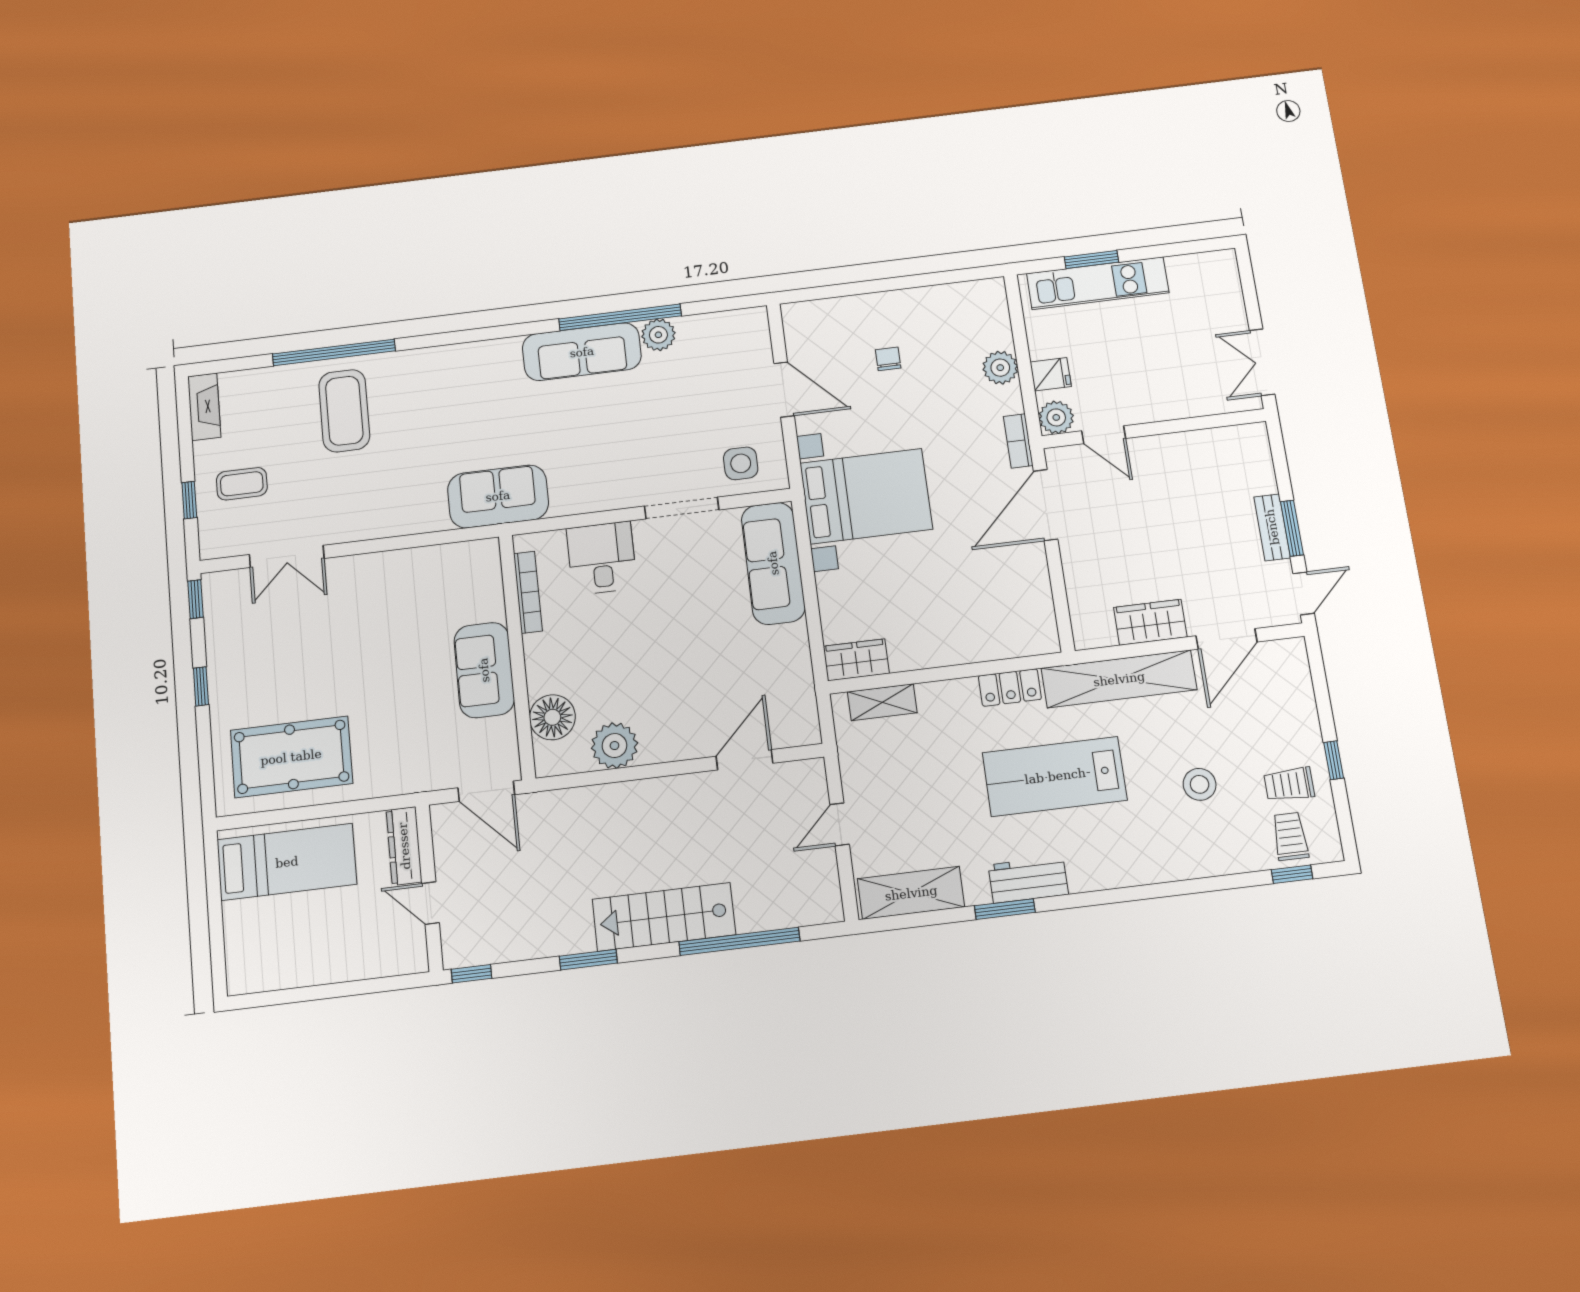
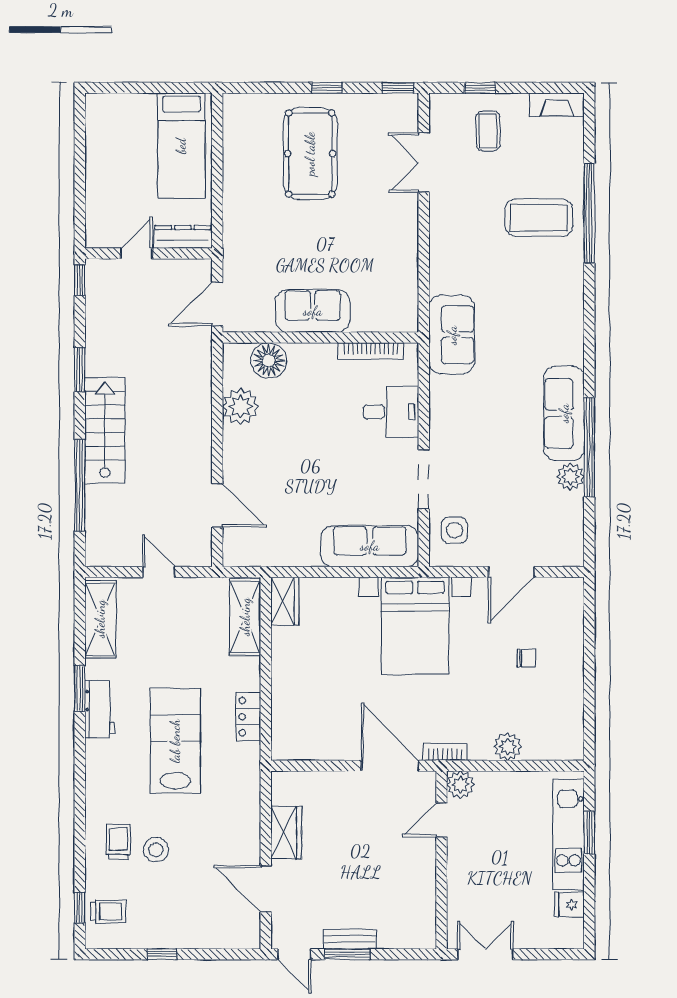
fridge: (1051, 374) -> (569, 905), moved, turned 90
shelving: (1119, 679) -> (245, 801), removed
shelving: (882, 702) -> (245, 617), width x1.50, depth x1.33
pool table: (291, 757) -> (310, 154), moved
trolley: (1289, 784) -> (118, 842), moved

